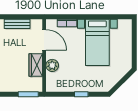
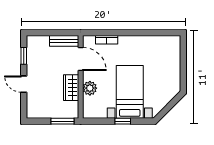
bench: (17, 24) -> (64, 41), moved
bed with nightstands: (97, 42) -> (130, 92), moved, turned 180

